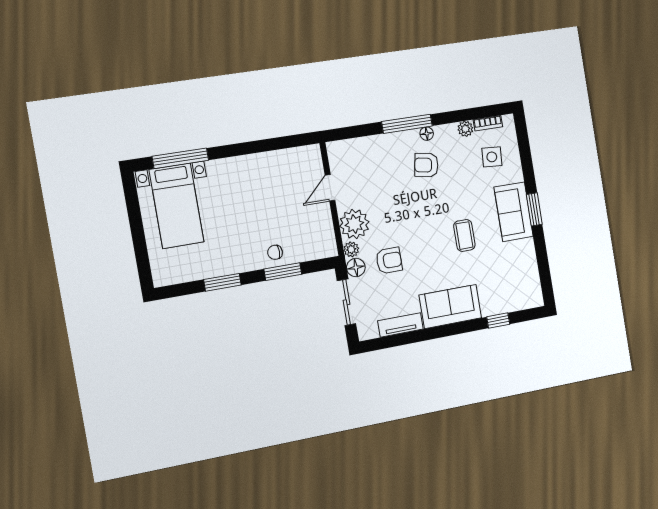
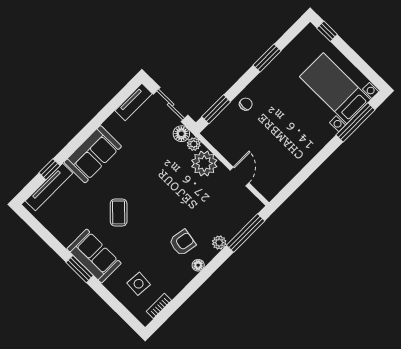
window: (407, 124) -> (246, 233), moved
plant: (465, 129) -> (219, 243), moved
coffee table: (464, 235) -> (119, 212), turned 45
armchair: (389, 261) -> (161, 155), removed
window: (144, 267) -> (327, 31), added
window: (283, 272) -> (216, 109), moved
tv unit: (510, 304) -> (49, 187), added
tv unit: (400, 325) -> (134, 102), moved

